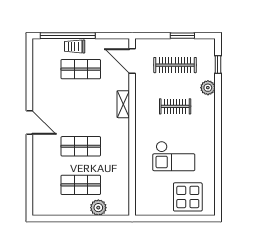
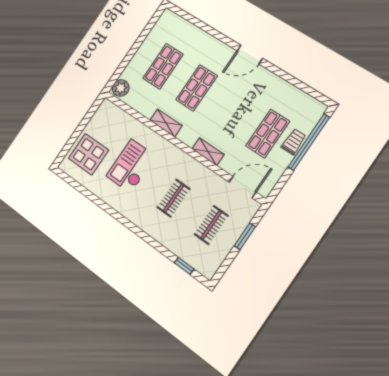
window: (182, 36) -> (245, 236), moved
clothes rail: (175, 65) -> (211, 225), width x0.73
plant: (208, 88) -> (170, 241), removed
shelving: (123, 152) -> (166, 123), added
plant: (98, 208) -> (121, 88), moved

